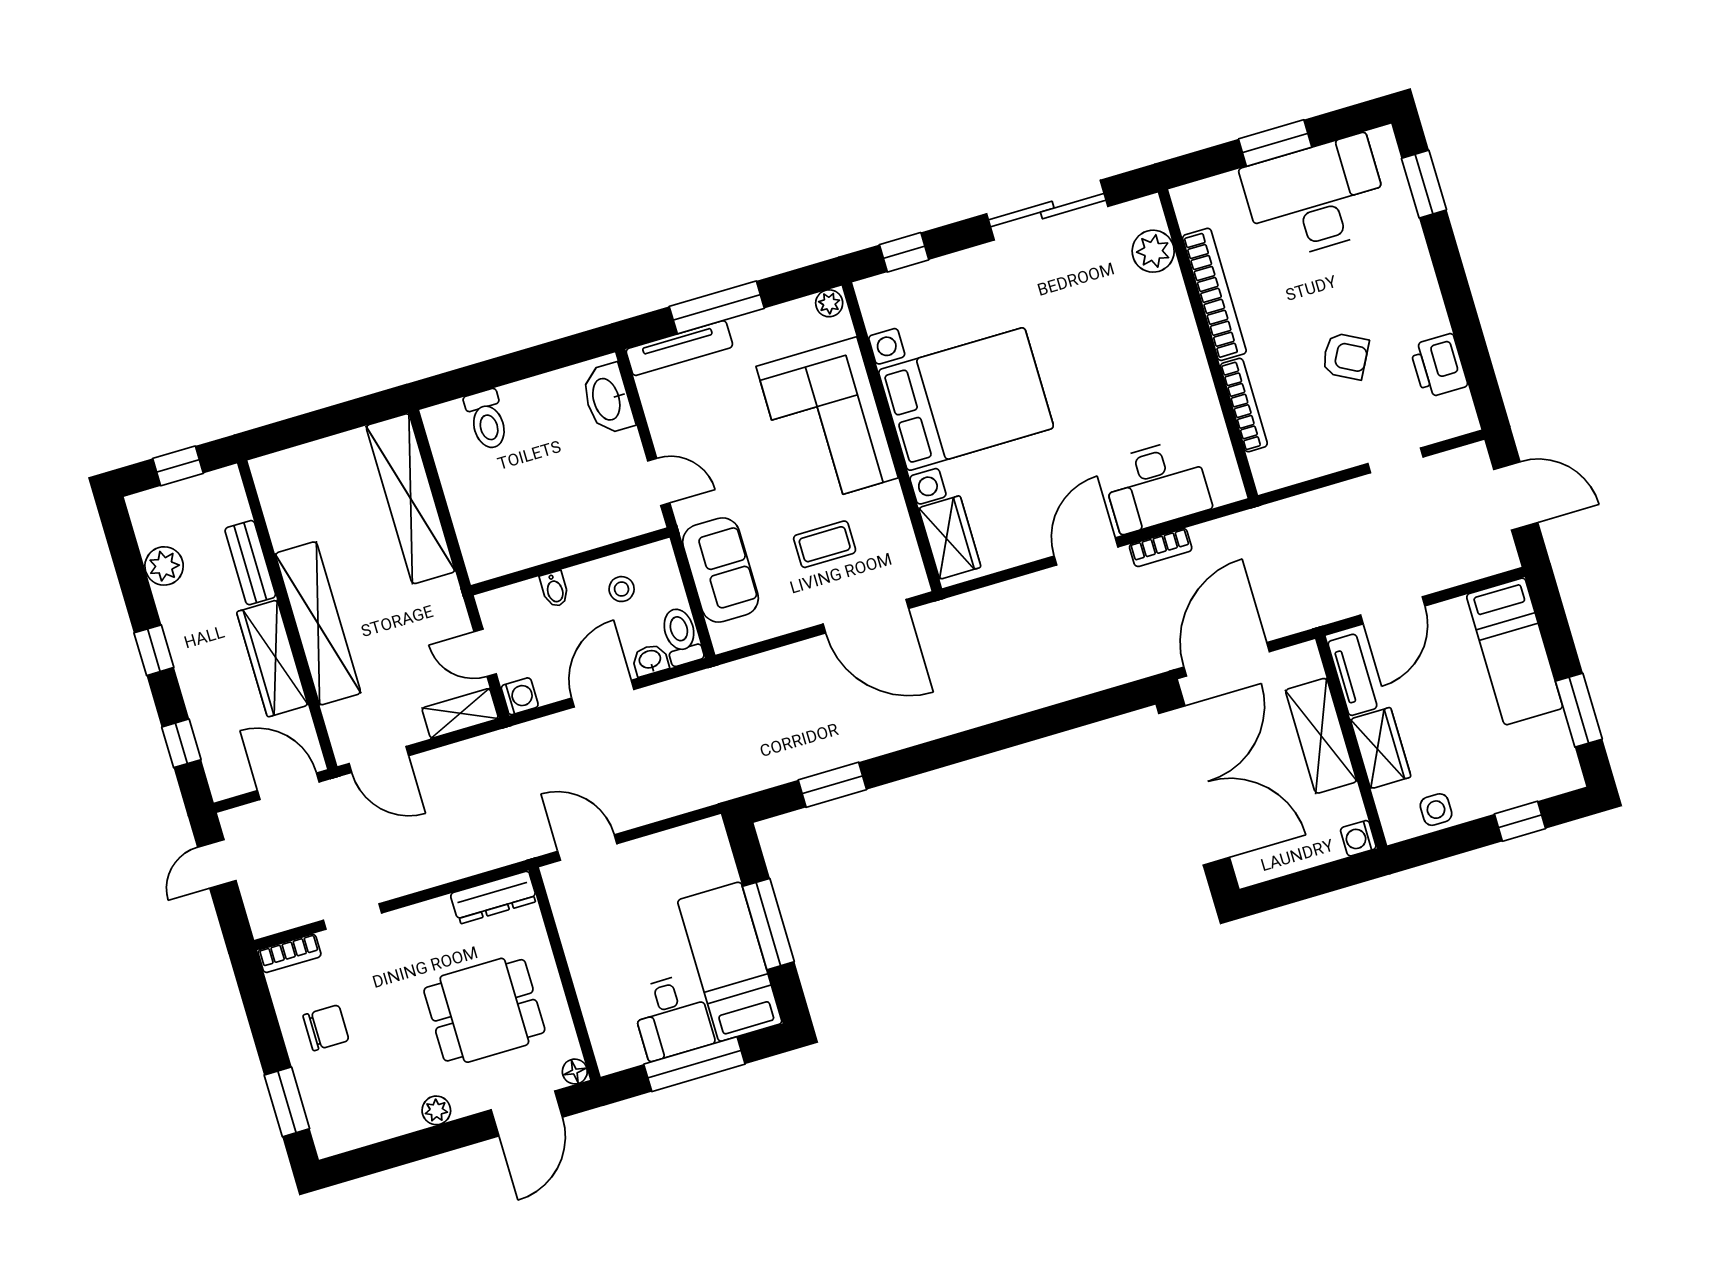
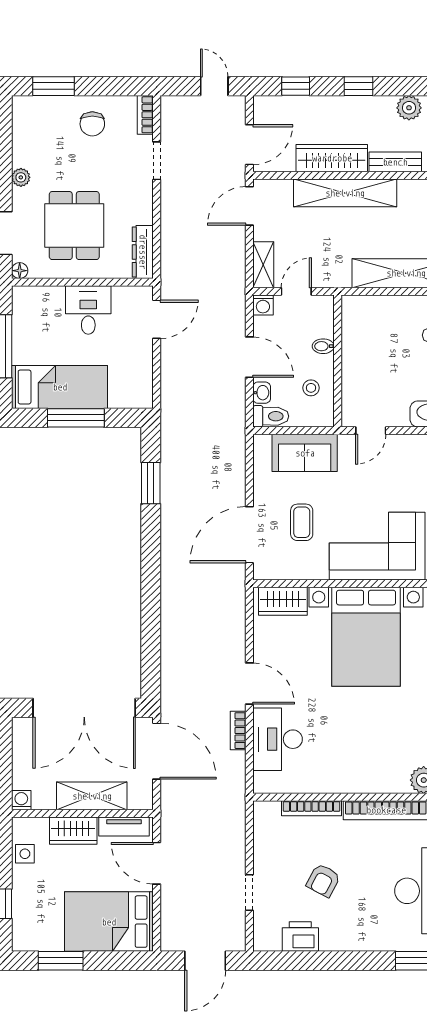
bed: (1515, 651) -> (109, 922), width x1.50
desk: (672, 1017) -> (88, 310), moved, turned 90

